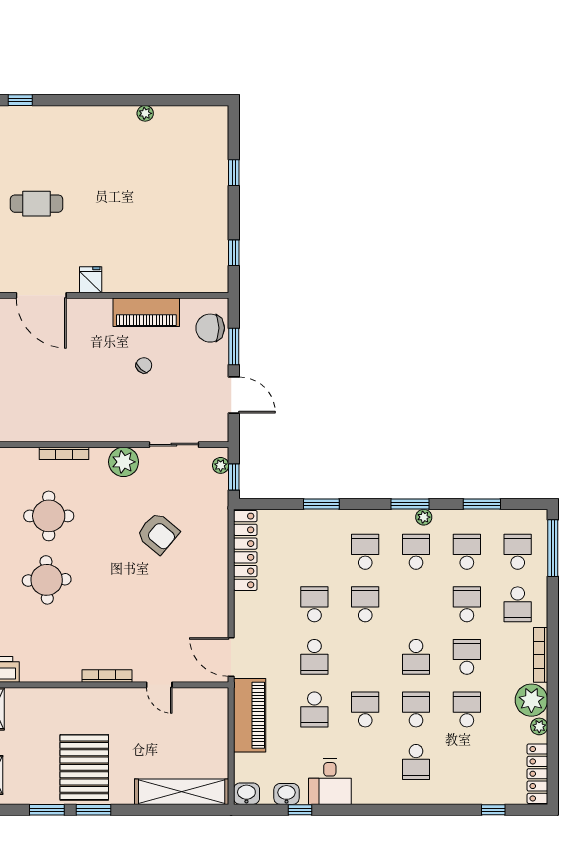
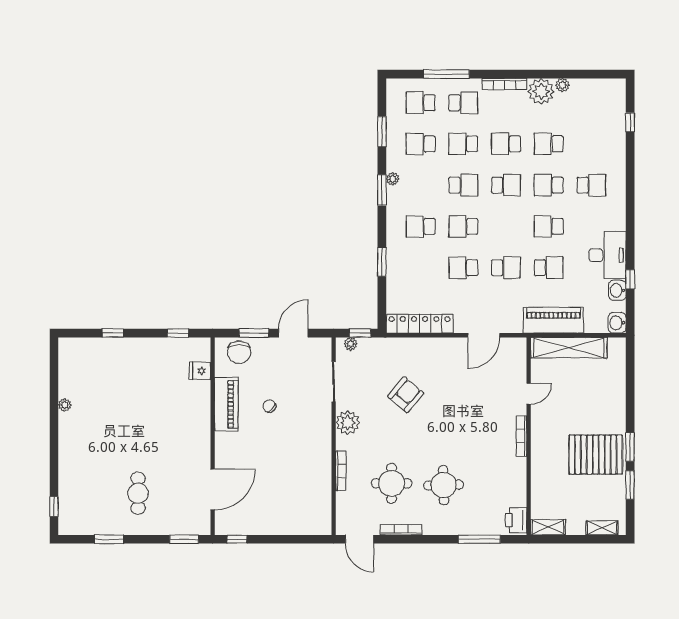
fridge: (91, 280) -> (200, 371), moved
window: (553, 548) -> (446, 74), moved
school desk: (416, 552) -> (463, 185), moved, turned 180
door: (231, 657) -> (484, 335), moved
locker: (537, 774) -> (601, 87), removed
desk: (330, 782) -> (607, 255), width x1.37
shelving: (182, 792) -> (569, 348), moved, turned 90

